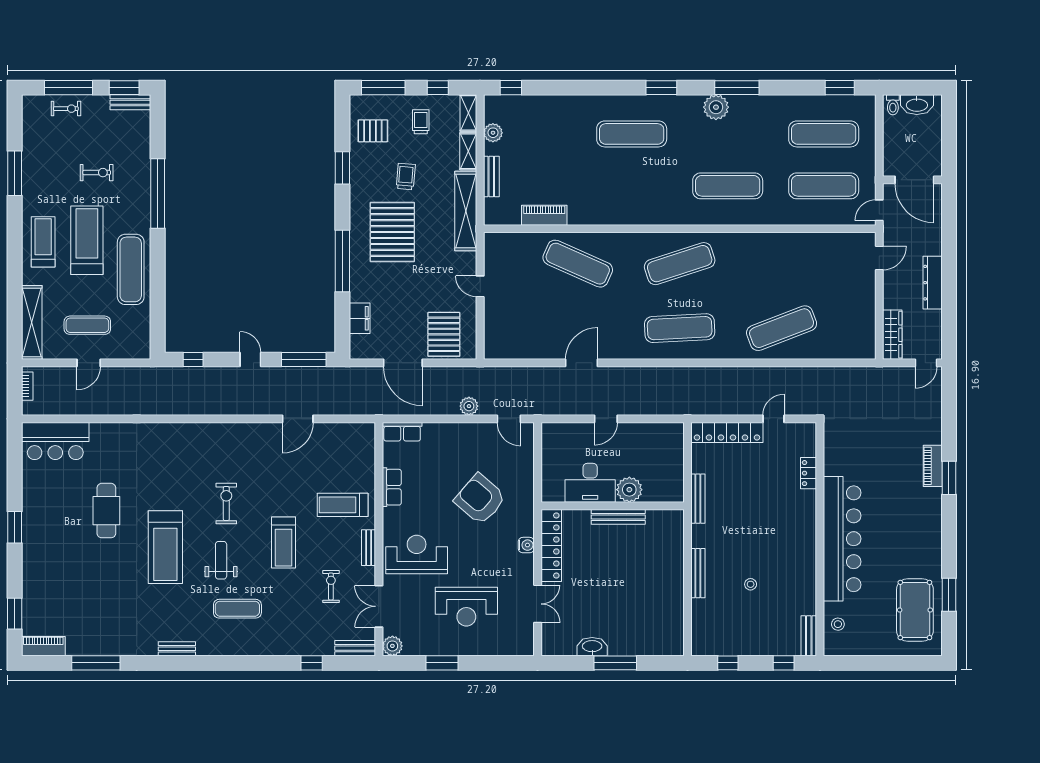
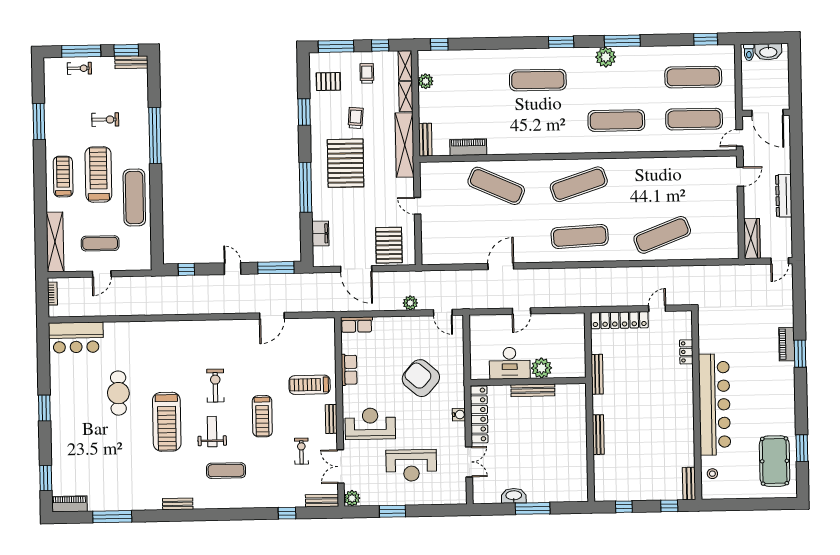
bench: (491, 176) -> (425, 140), moved
stool: (751, 584) -> (641, 443), removed

